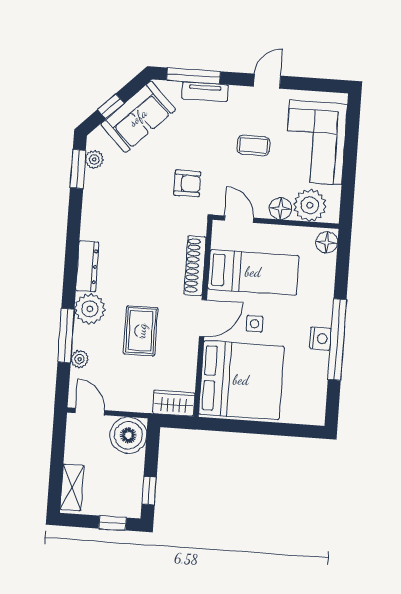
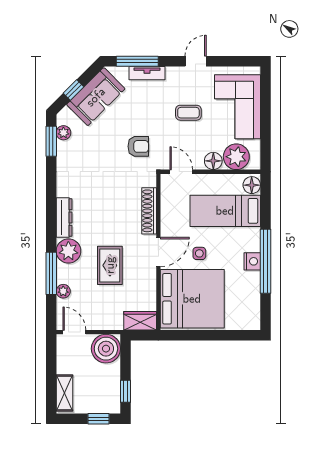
bed: (253, 272) -> (225, 211), moved, turned 180

